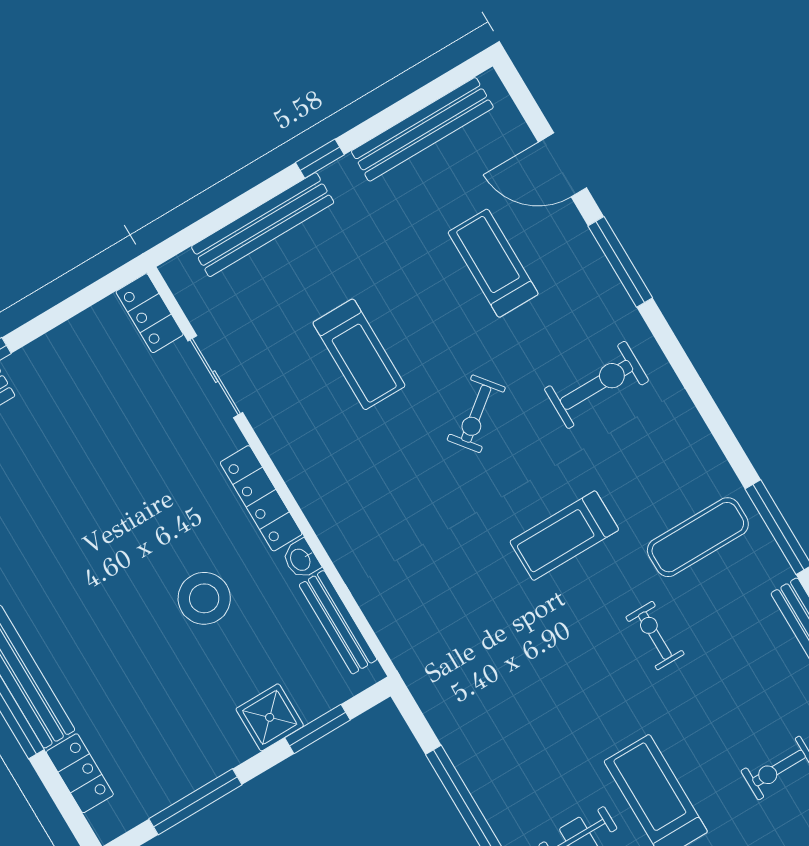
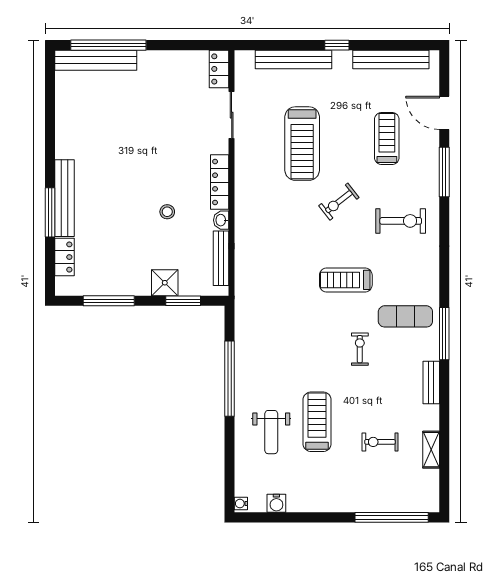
treadmill: (359, 354) -> (302, 144), width x1.37, depth x1.38
stool: (204, 598) -> (167, 212), width x0.53, depth x0.53

